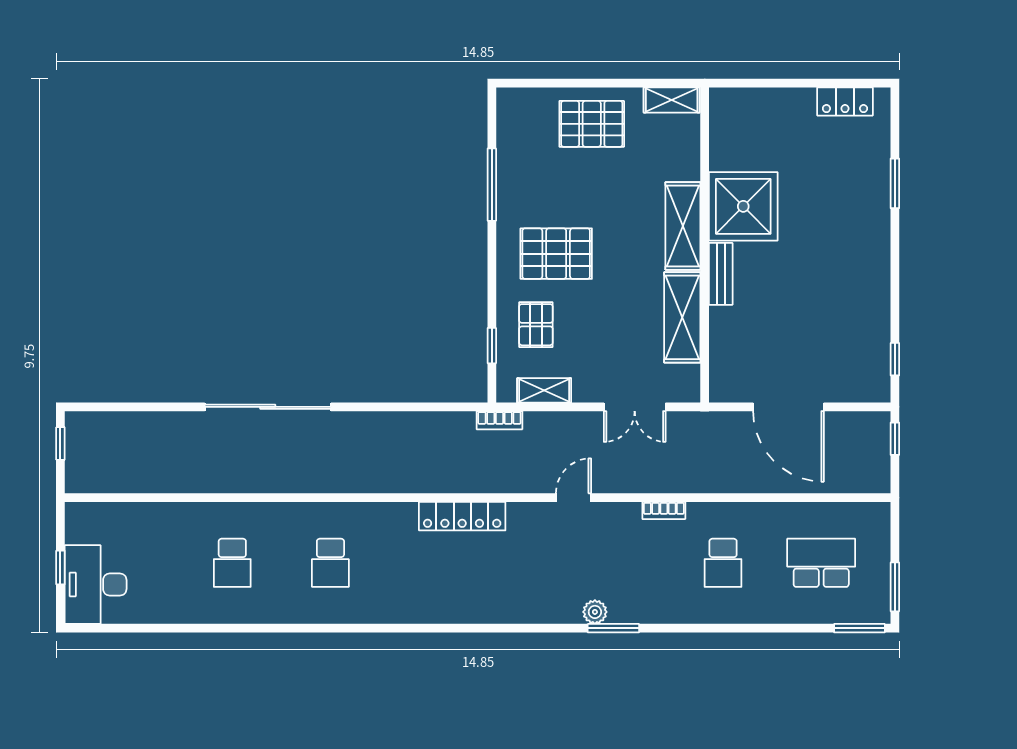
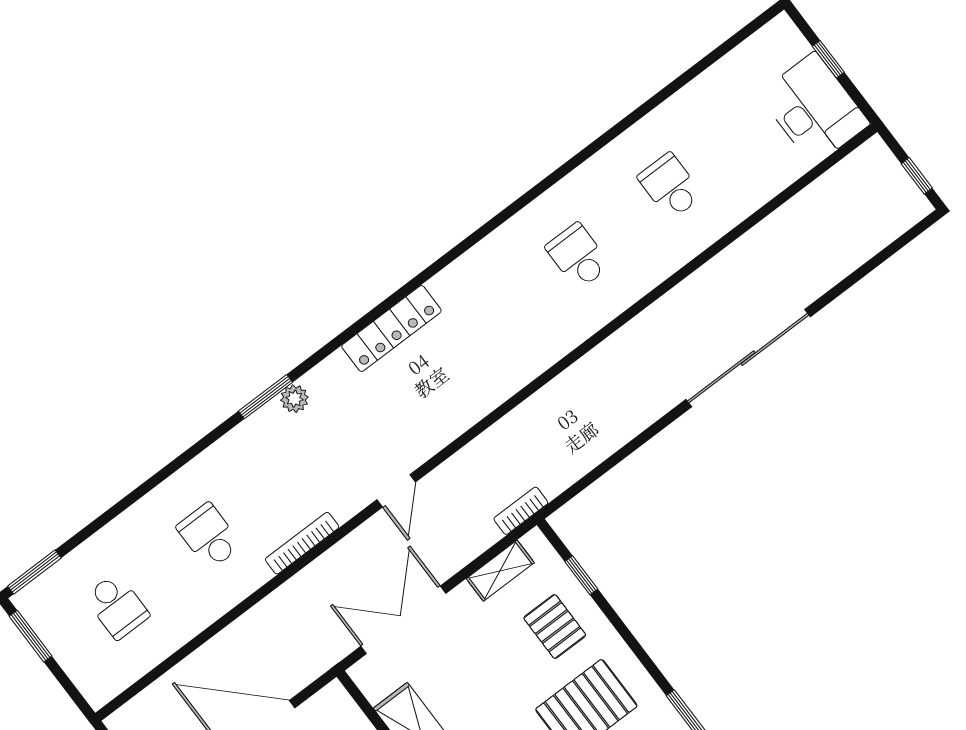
double door: (635, 407) -> (403, 620), width x1.37
bookcase: (664, 510) -> (302, 543), width x1.56
locker: (462, 516) -> (391, 329), moved, turned 180
school desk: (821, 563) -> (117, 606), width x0.54
desk: (96, 585) -> (814, 109), moved

